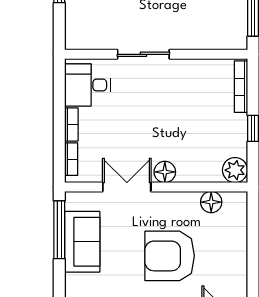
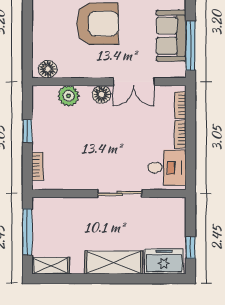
bookcase: (241, 87) -> (38, 166), width x0.64
plant: (235, 170) -> (68, 96), moved
floor lamp: (211, 202) -> (48, 69), moved

